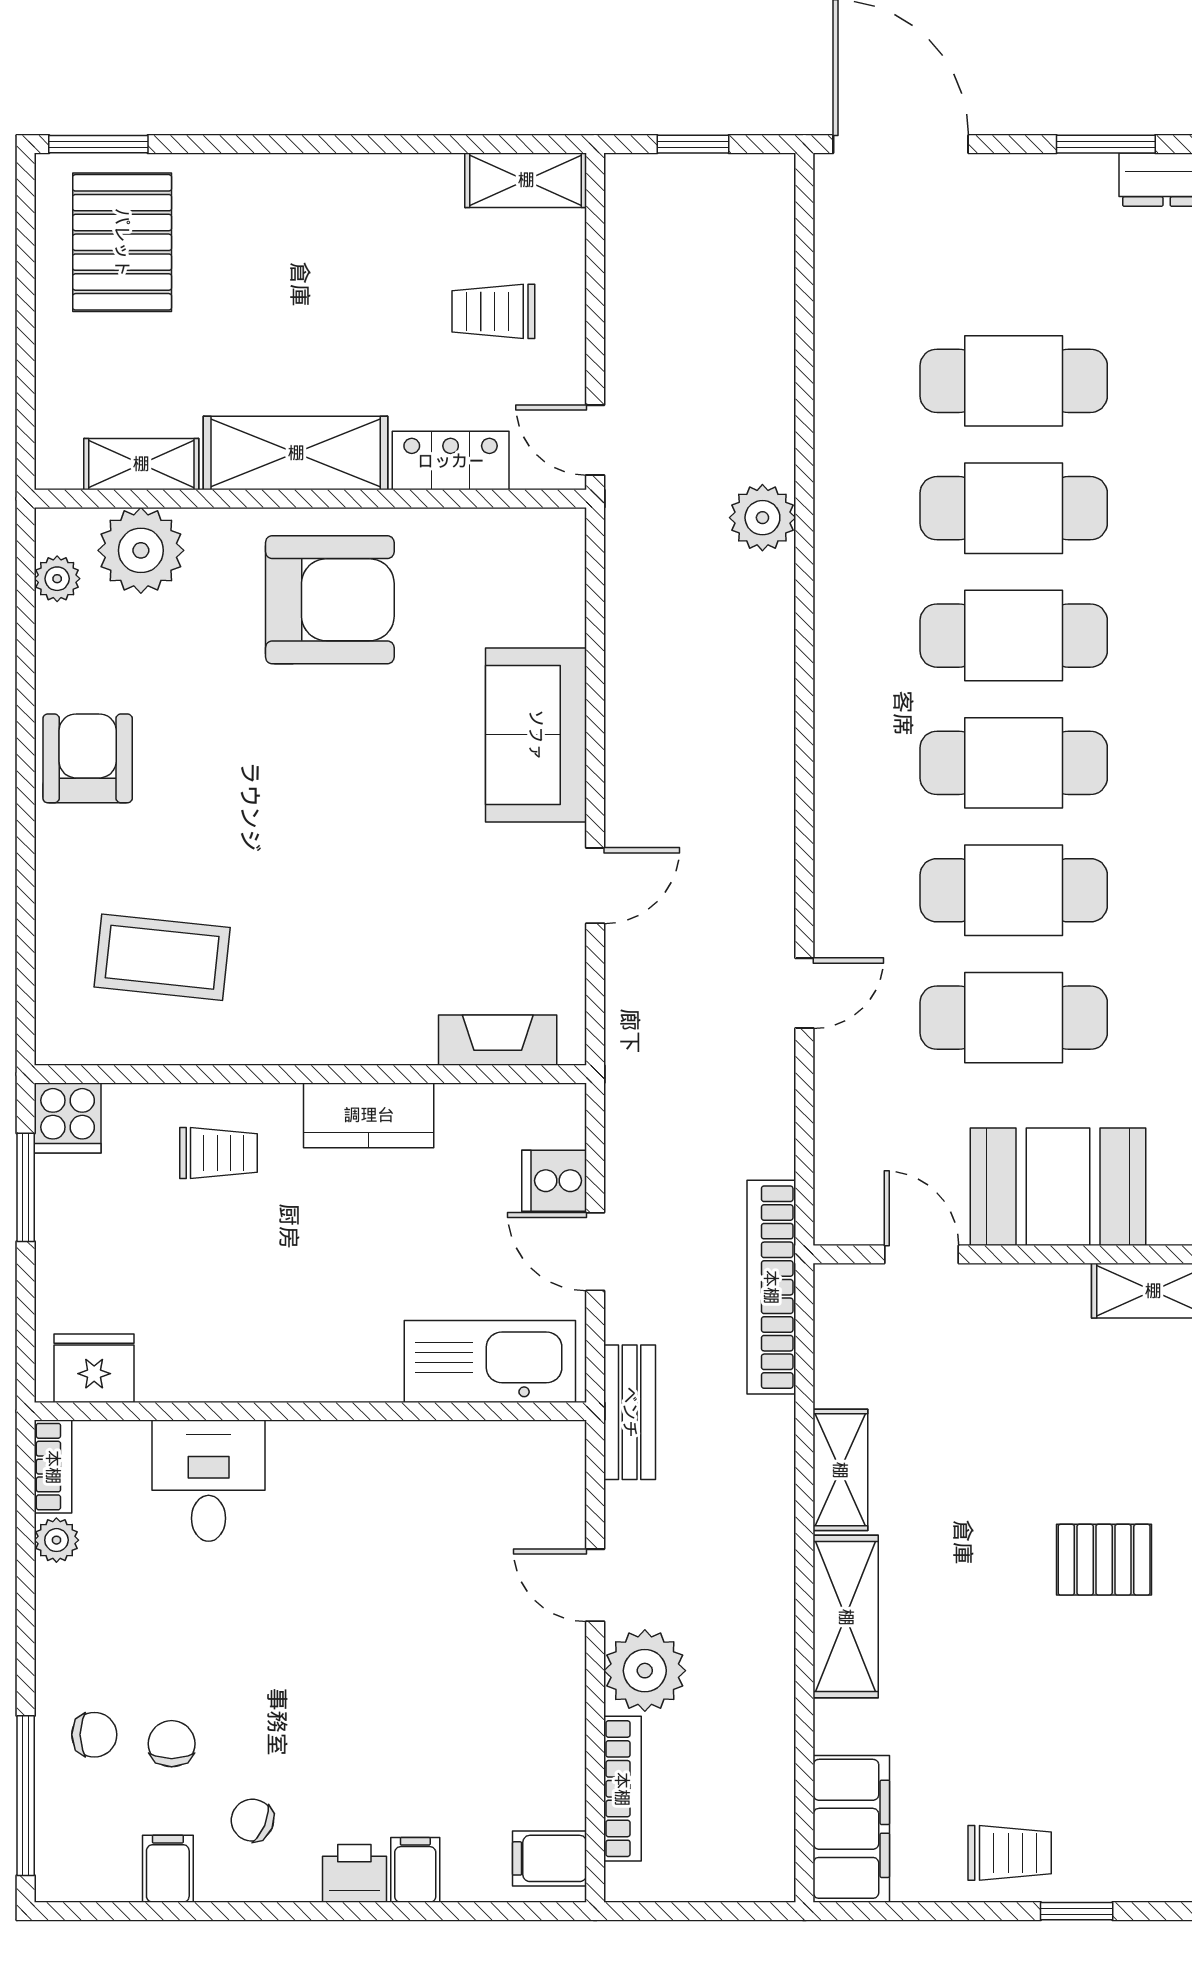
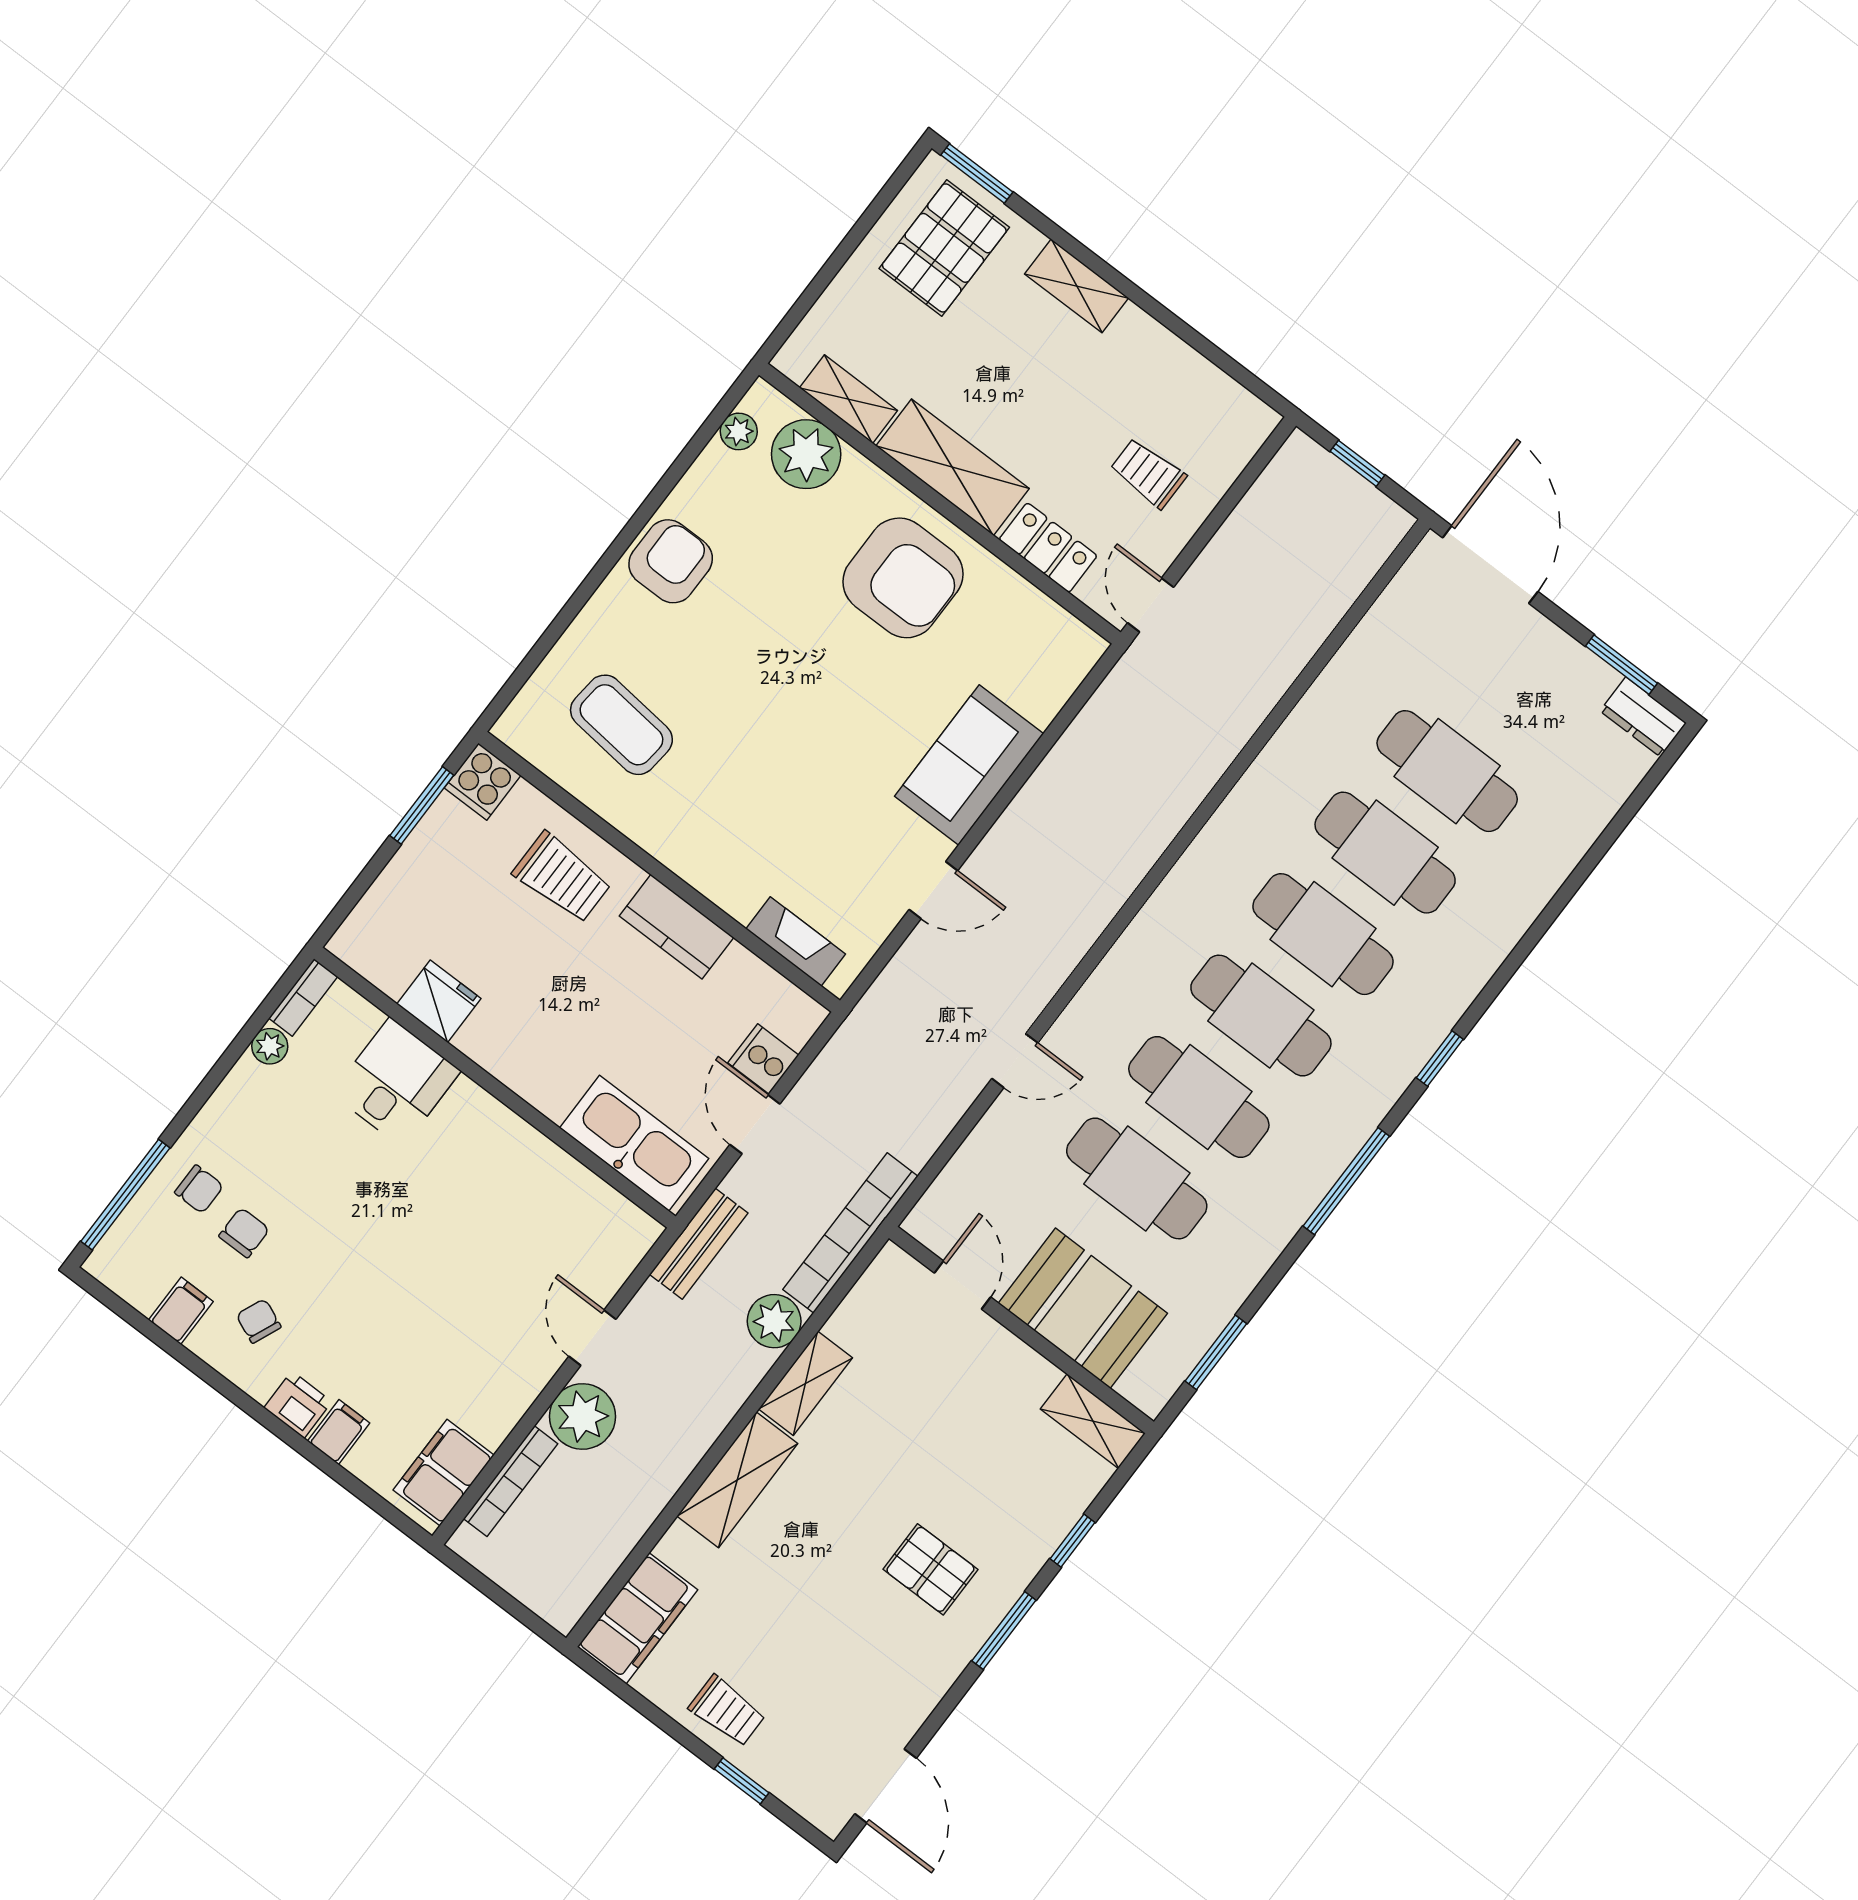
shelving: (526, 180) -> (1077, 286), moved
plant: (762, 518) -> (774, 1321), moved
trolley: (218, 1153) -> (562, 878), width x1.36, depth x1.39
fridge: (94, 1368) -> (439, 1001), moved
filing cabinet: (550, 1858) -> (443, 1473), width x2.00

